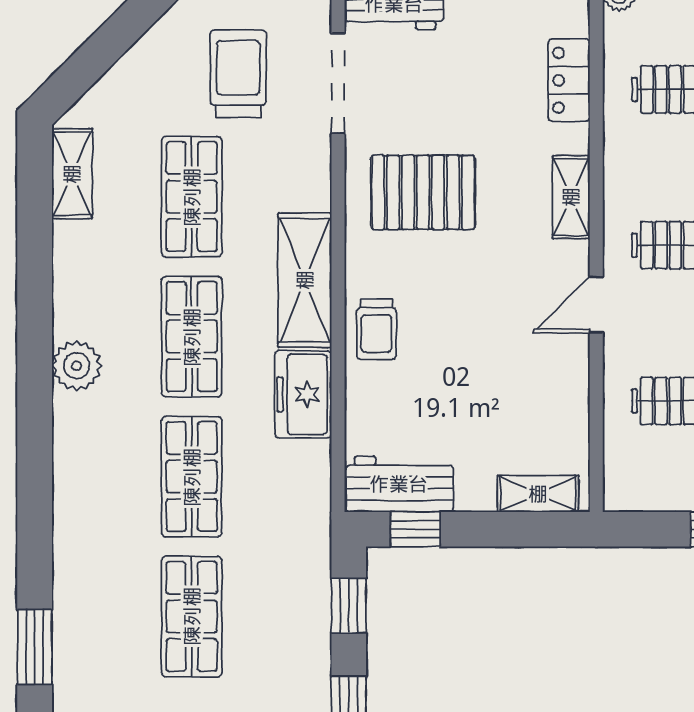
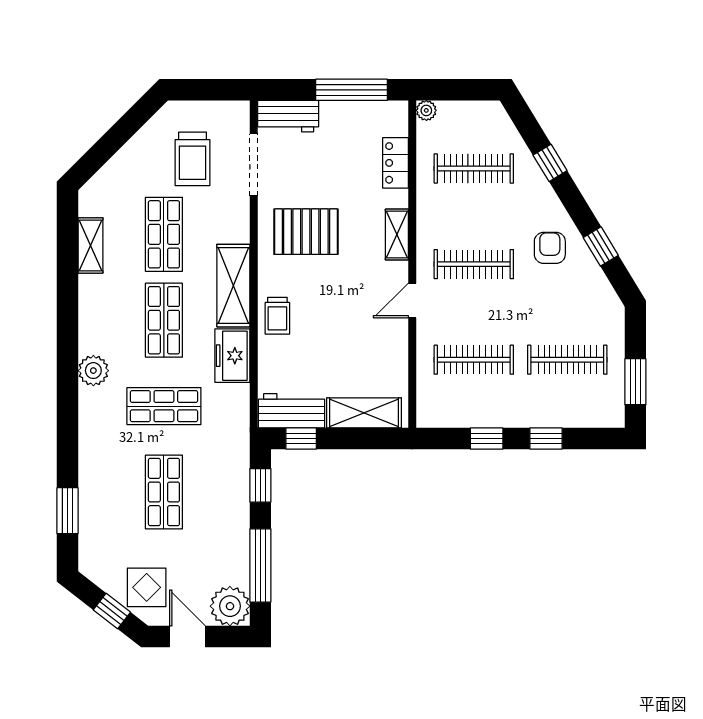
trolley: (238, 74) -> (193, 159), turned 180
shelving: (72, 174) -> (91, 245), moved
plant: (77, 366) -> (93, 371), moved
shop shelf: (192, 477) -> (164, 406), turned 90
shelving: (538, 494) -> (364, 413), width x1.50, depth x1.33

